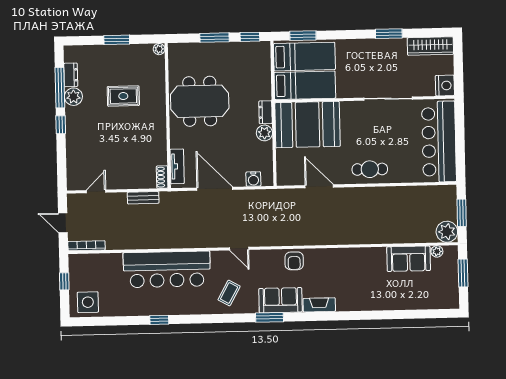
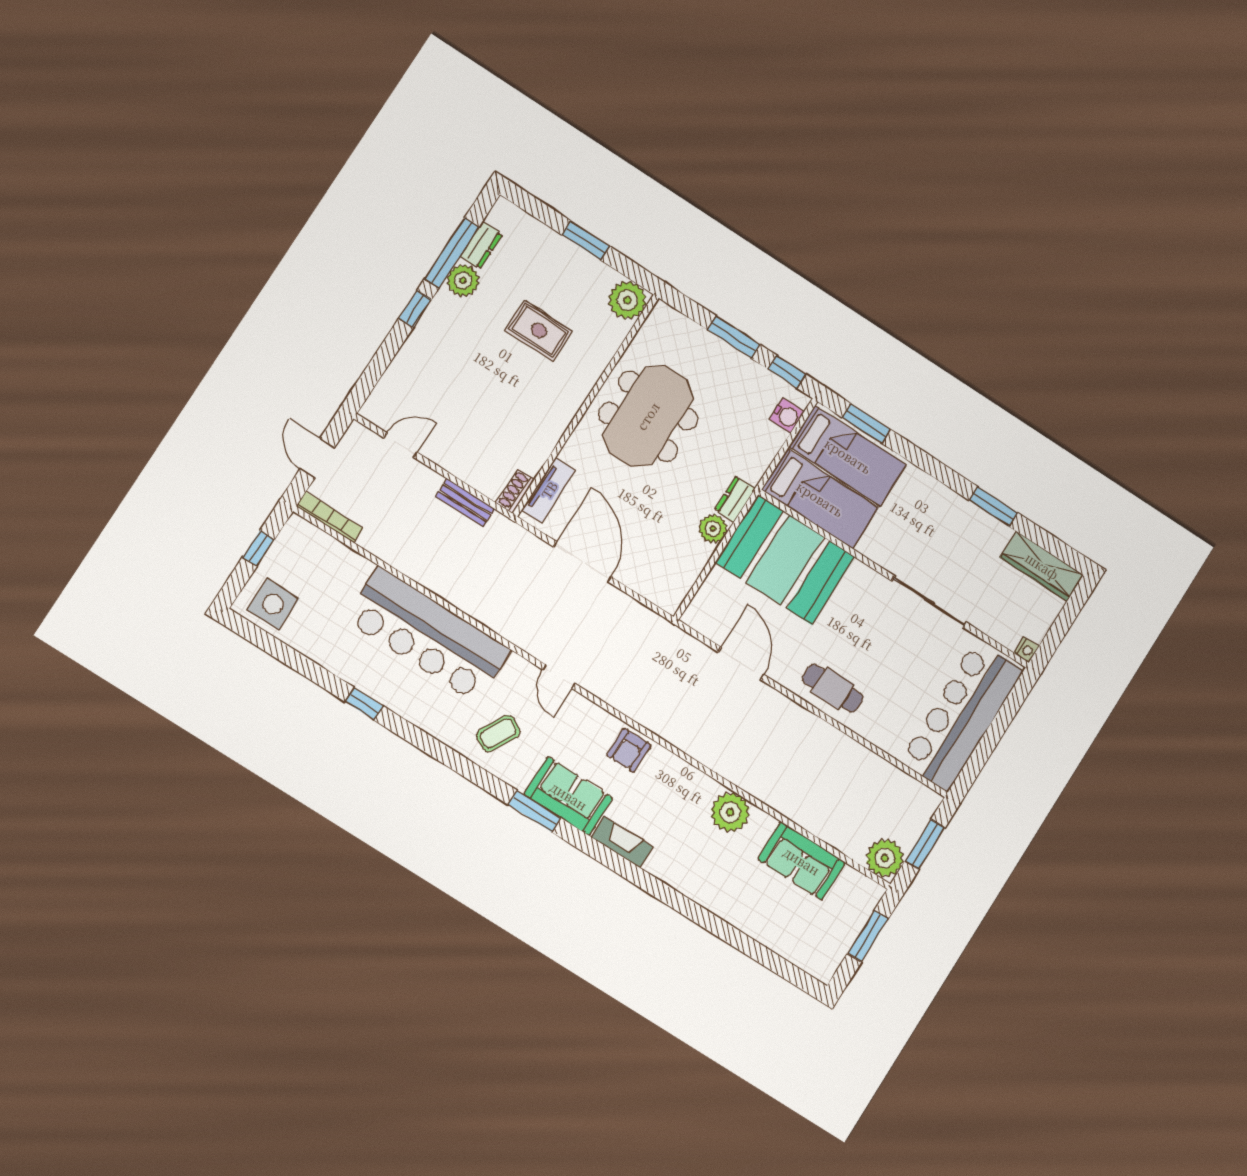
plant: (159, 49) -> (627, 300), width x1.88, depth x1.88
nightstand: (445, 85) -> (1026, 650), width x0.53, depth x0.56
meeting table: (200, 101) -> (648, 416), turned 90
water cooler: (253, 179) -> (787, 416), moved, turned -90
plant: (437, 251) -> (730, 812), moved, width x1.88, depth x1.88

